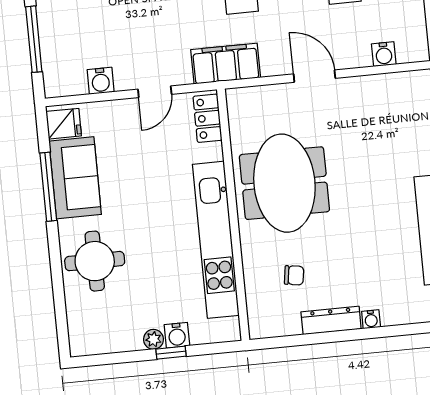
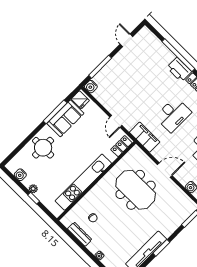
door: (314, 76) -> (165, 170), hinge flipped
water cooler: (101, 81) -> (91, 87), moved
door: (155, 92) -> (116, 121), hinge flipped
meeting table: (284, 183) -> (136, 190), moved, turned 90
dresser: (331, 320) -> (80, 234), moved
water cooler: (177, 335) -> (20, 175), moved

